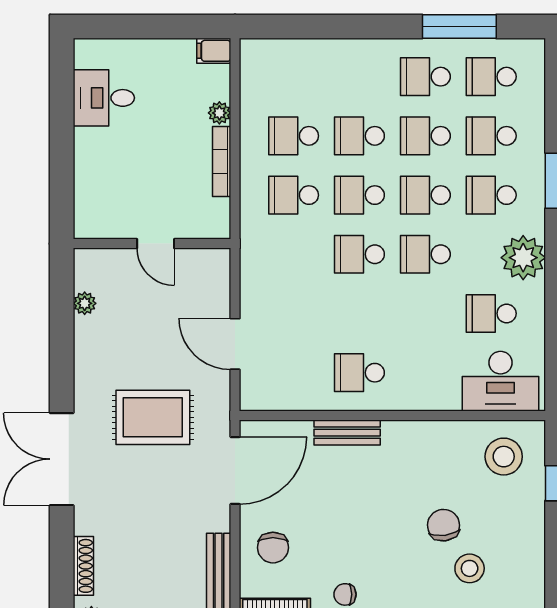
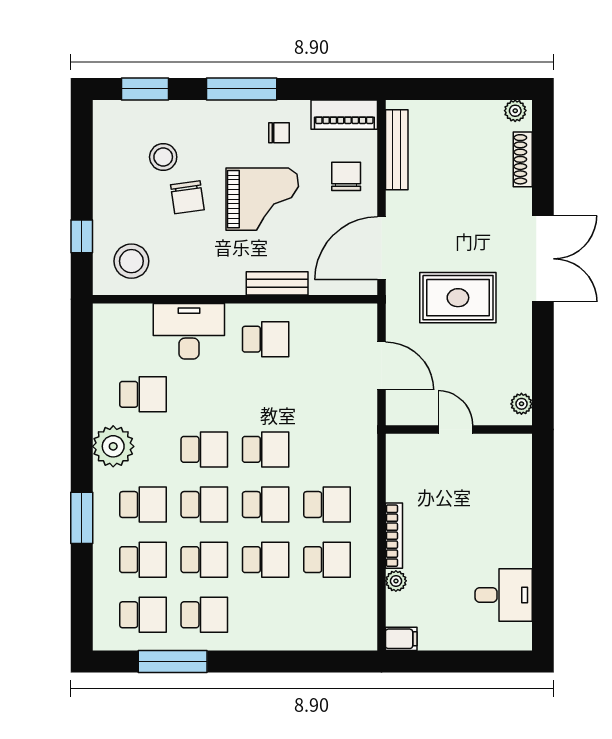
wall: (152, 244) -> (459, 429), moved
door: (156, 244) -> (455, 429), moved
desk: (501, 381) -> (189, 331), moved
grand piano: (363, 523) -> (262, 199), added

